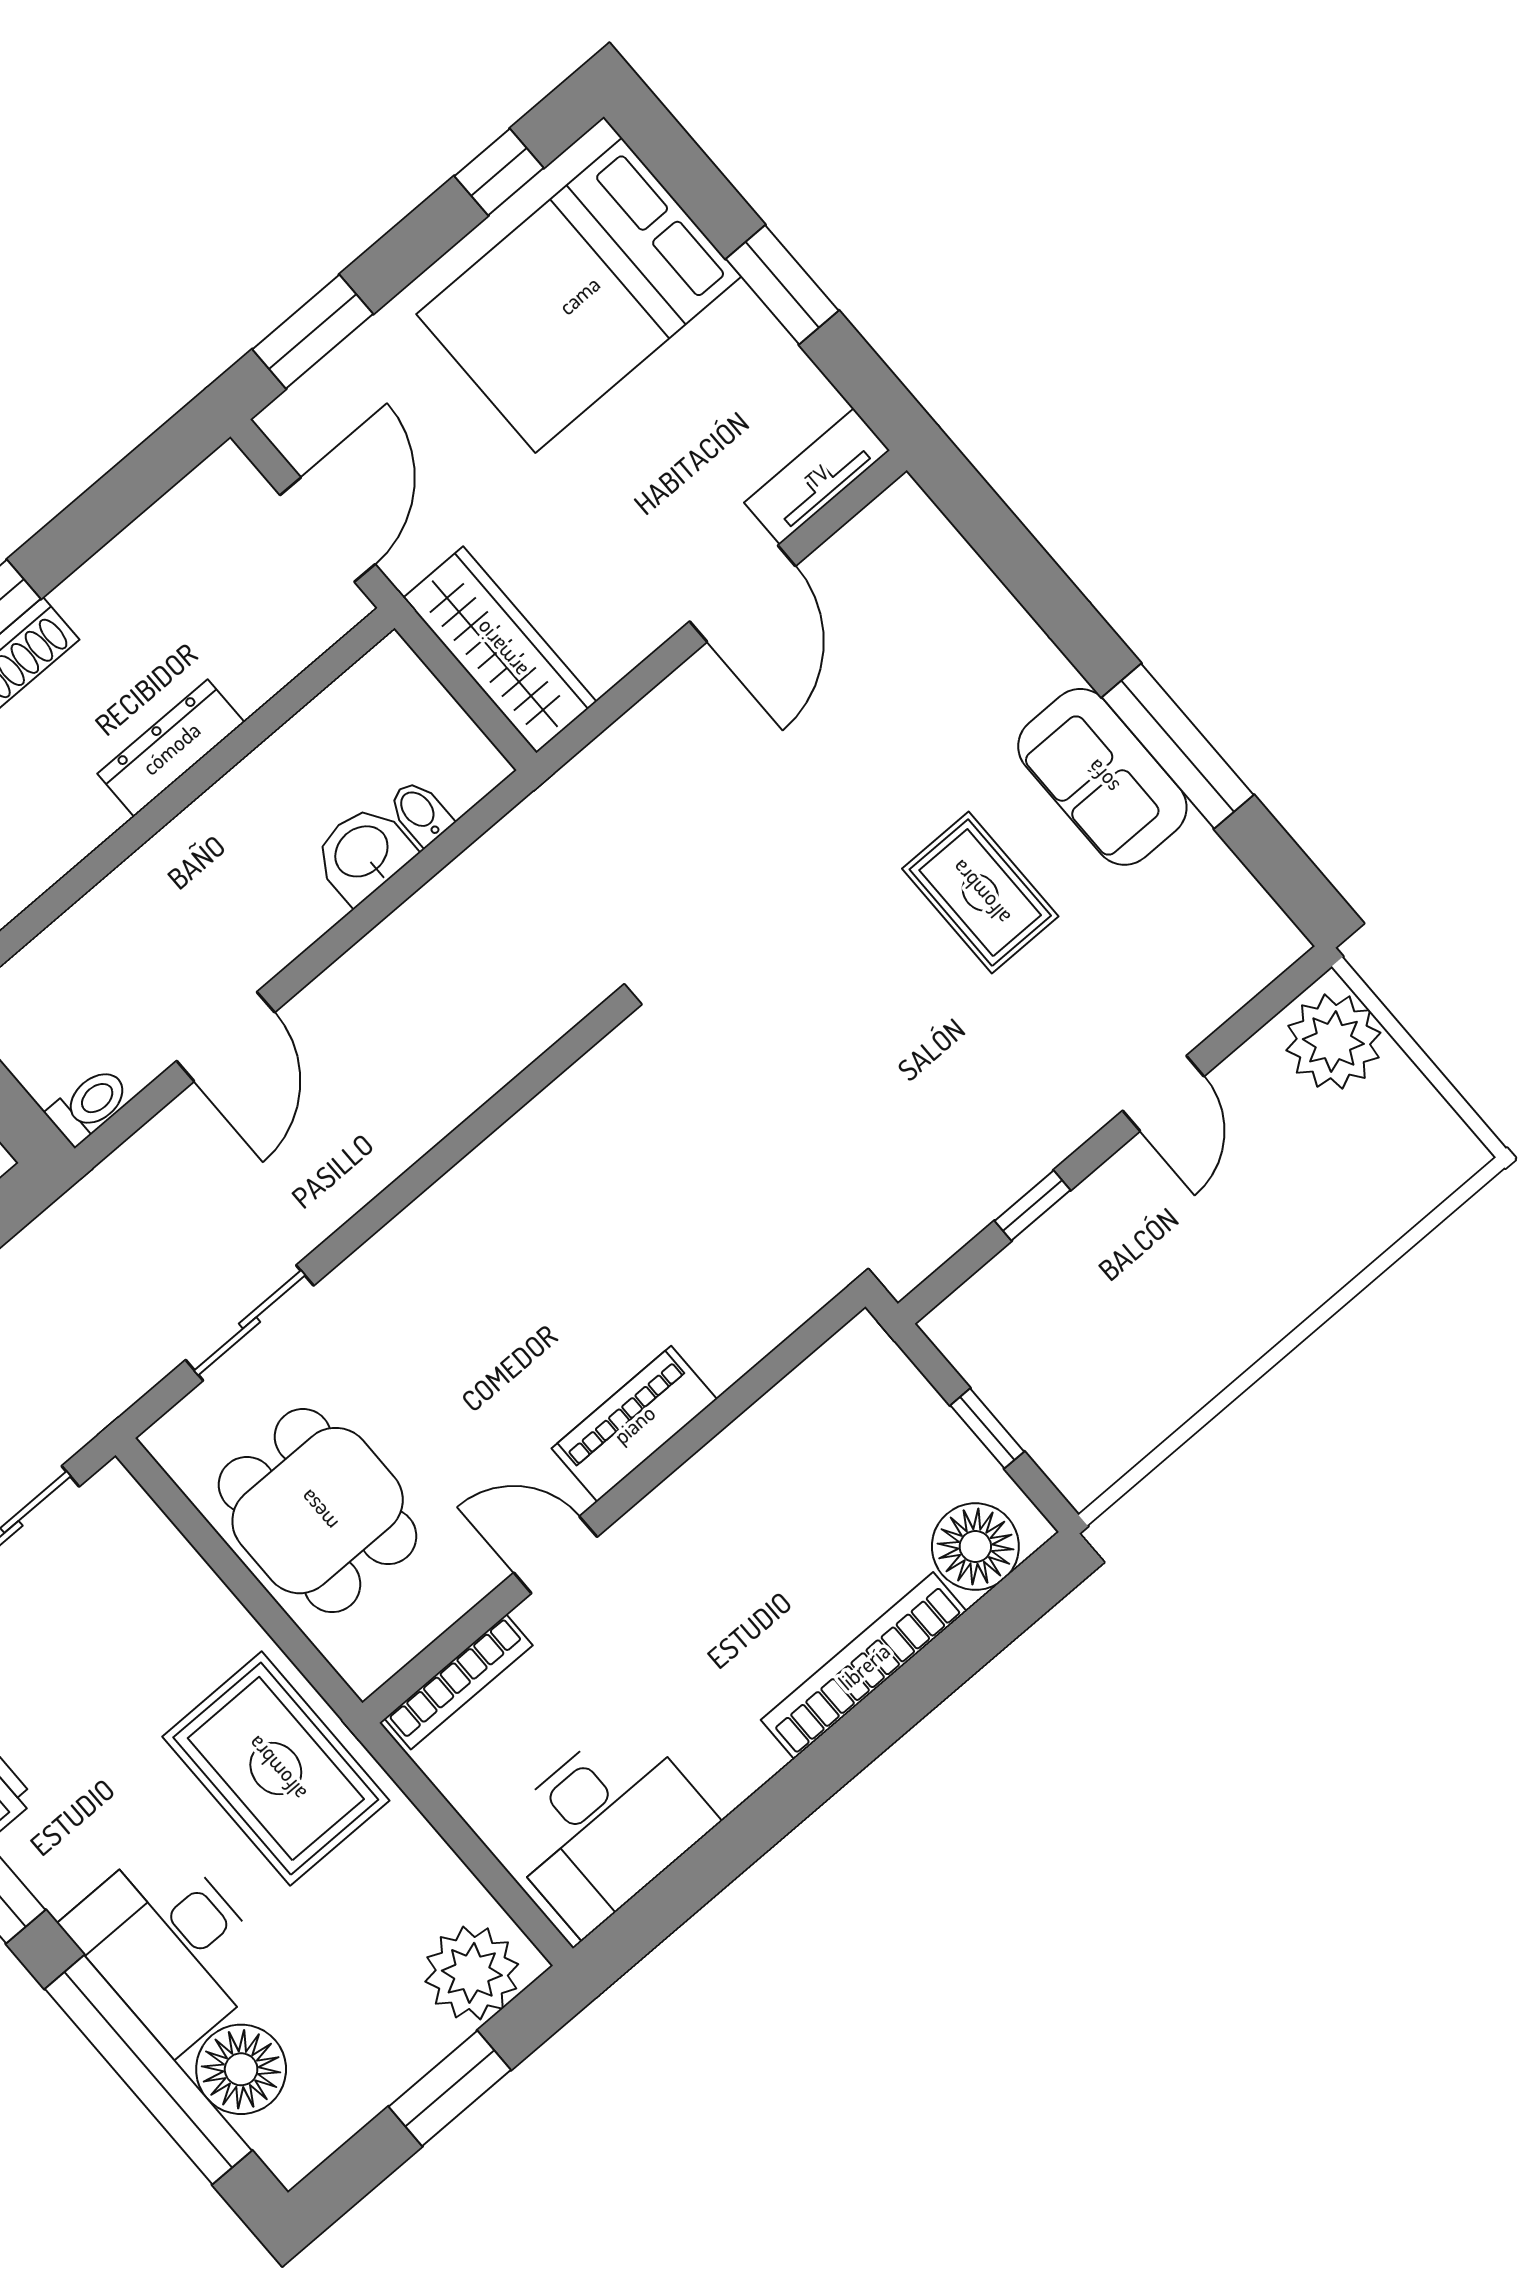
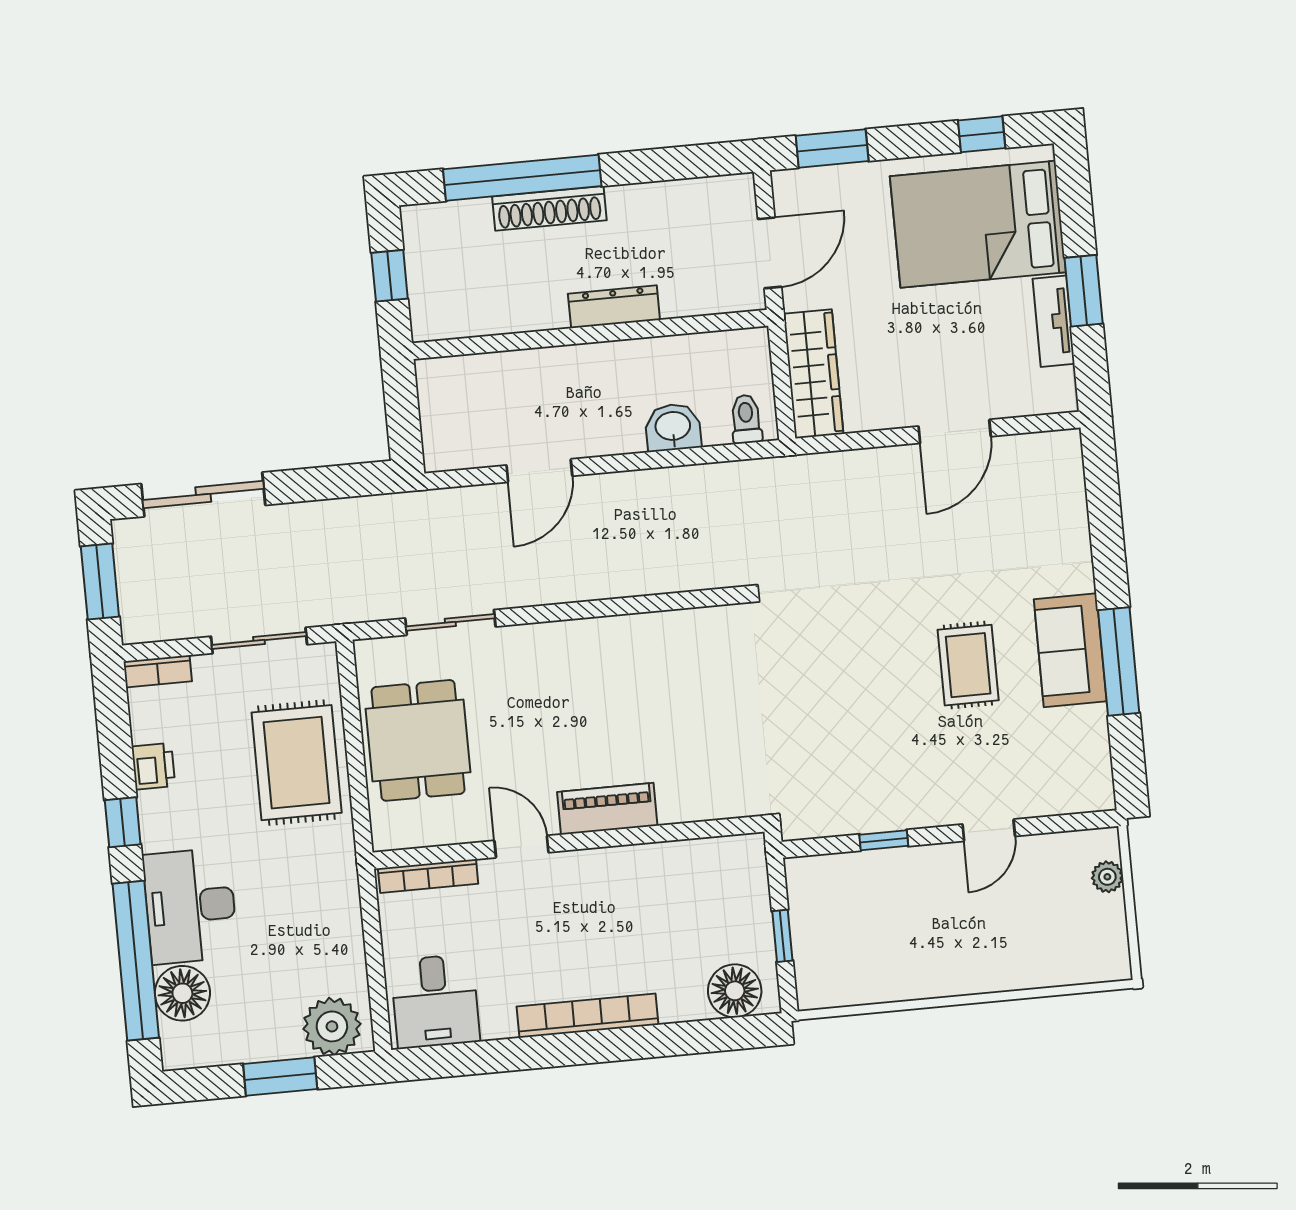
tv unit: (817, 476) -> (1054, 321), moved, turned -90
bidet: (420, 812) -> (716, 427), removed
plant: (1333, 1042) -> (1107, 877), width x0.53, depth x0.53
toilet: (89, 1105) -> (746, 419), moved, turned -90
bookcase: (864, 1666) -> (587, 1016), moved
rug: (276, 1769) -> (297, 763), moved
desk: (605, 1826) -> (435, 1001), width x0.73

